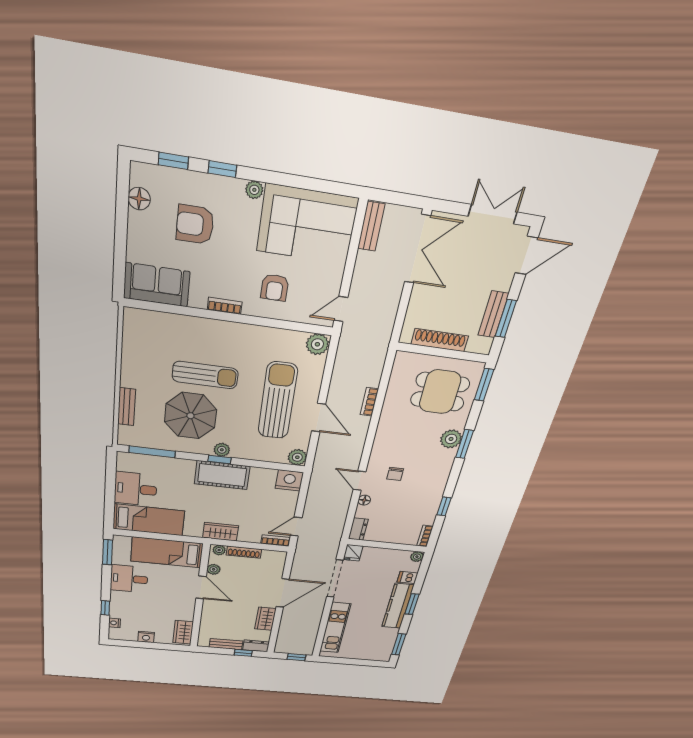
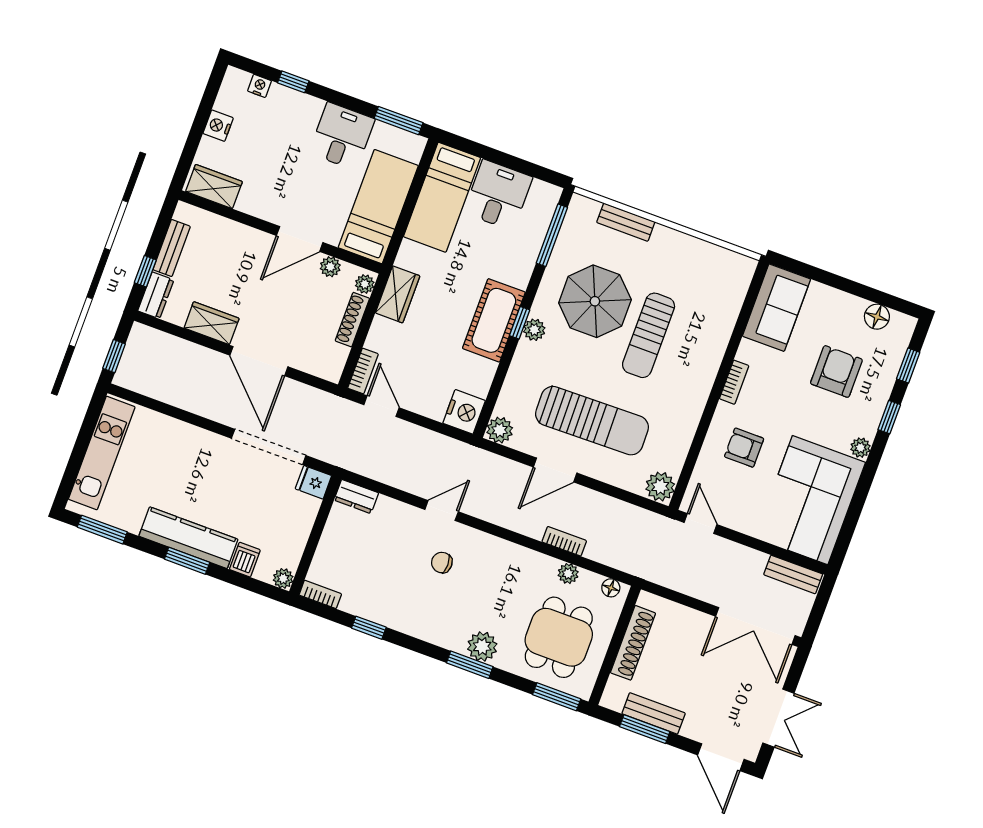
plant: (393, 395) -> (568, 574), added
floor lamp: (364, 500) -> (611, 588), moved
kitchen unit: (335, 628) -> (102, 453), moved, turned -90

